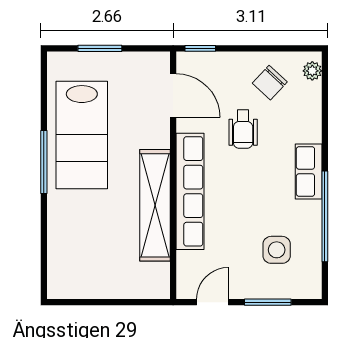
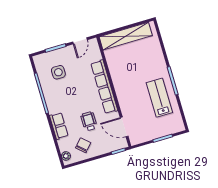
lab bench: (82, 135) -> (159, 98), width x0.73, depth x0.72
row of seats: (309, 171) -> (59, 126), moved
shelving: (155, 205) -> (126, 36), moved, turned 90

